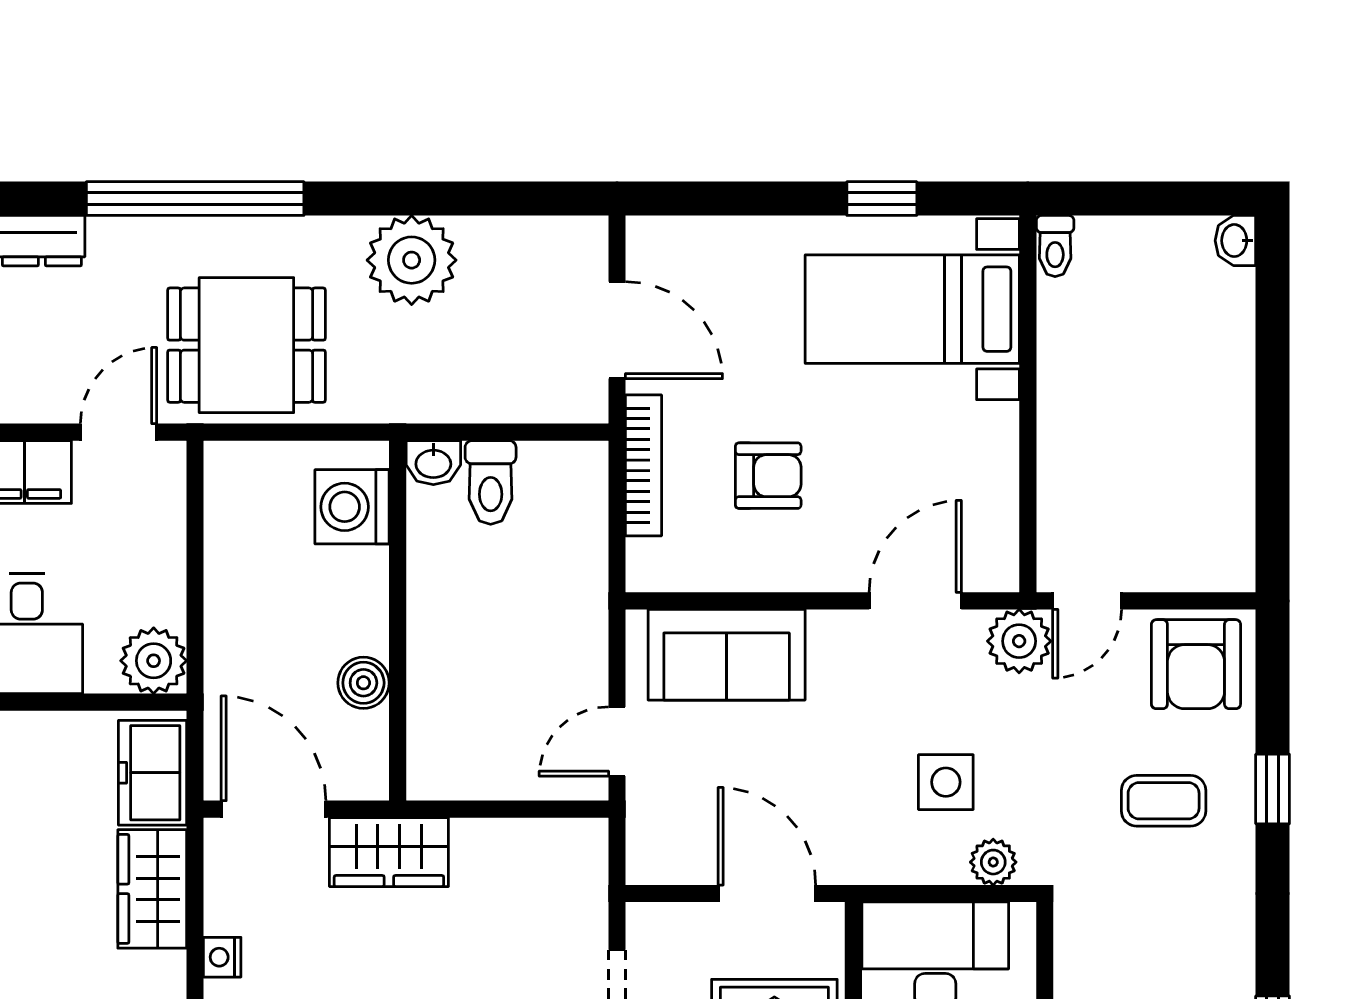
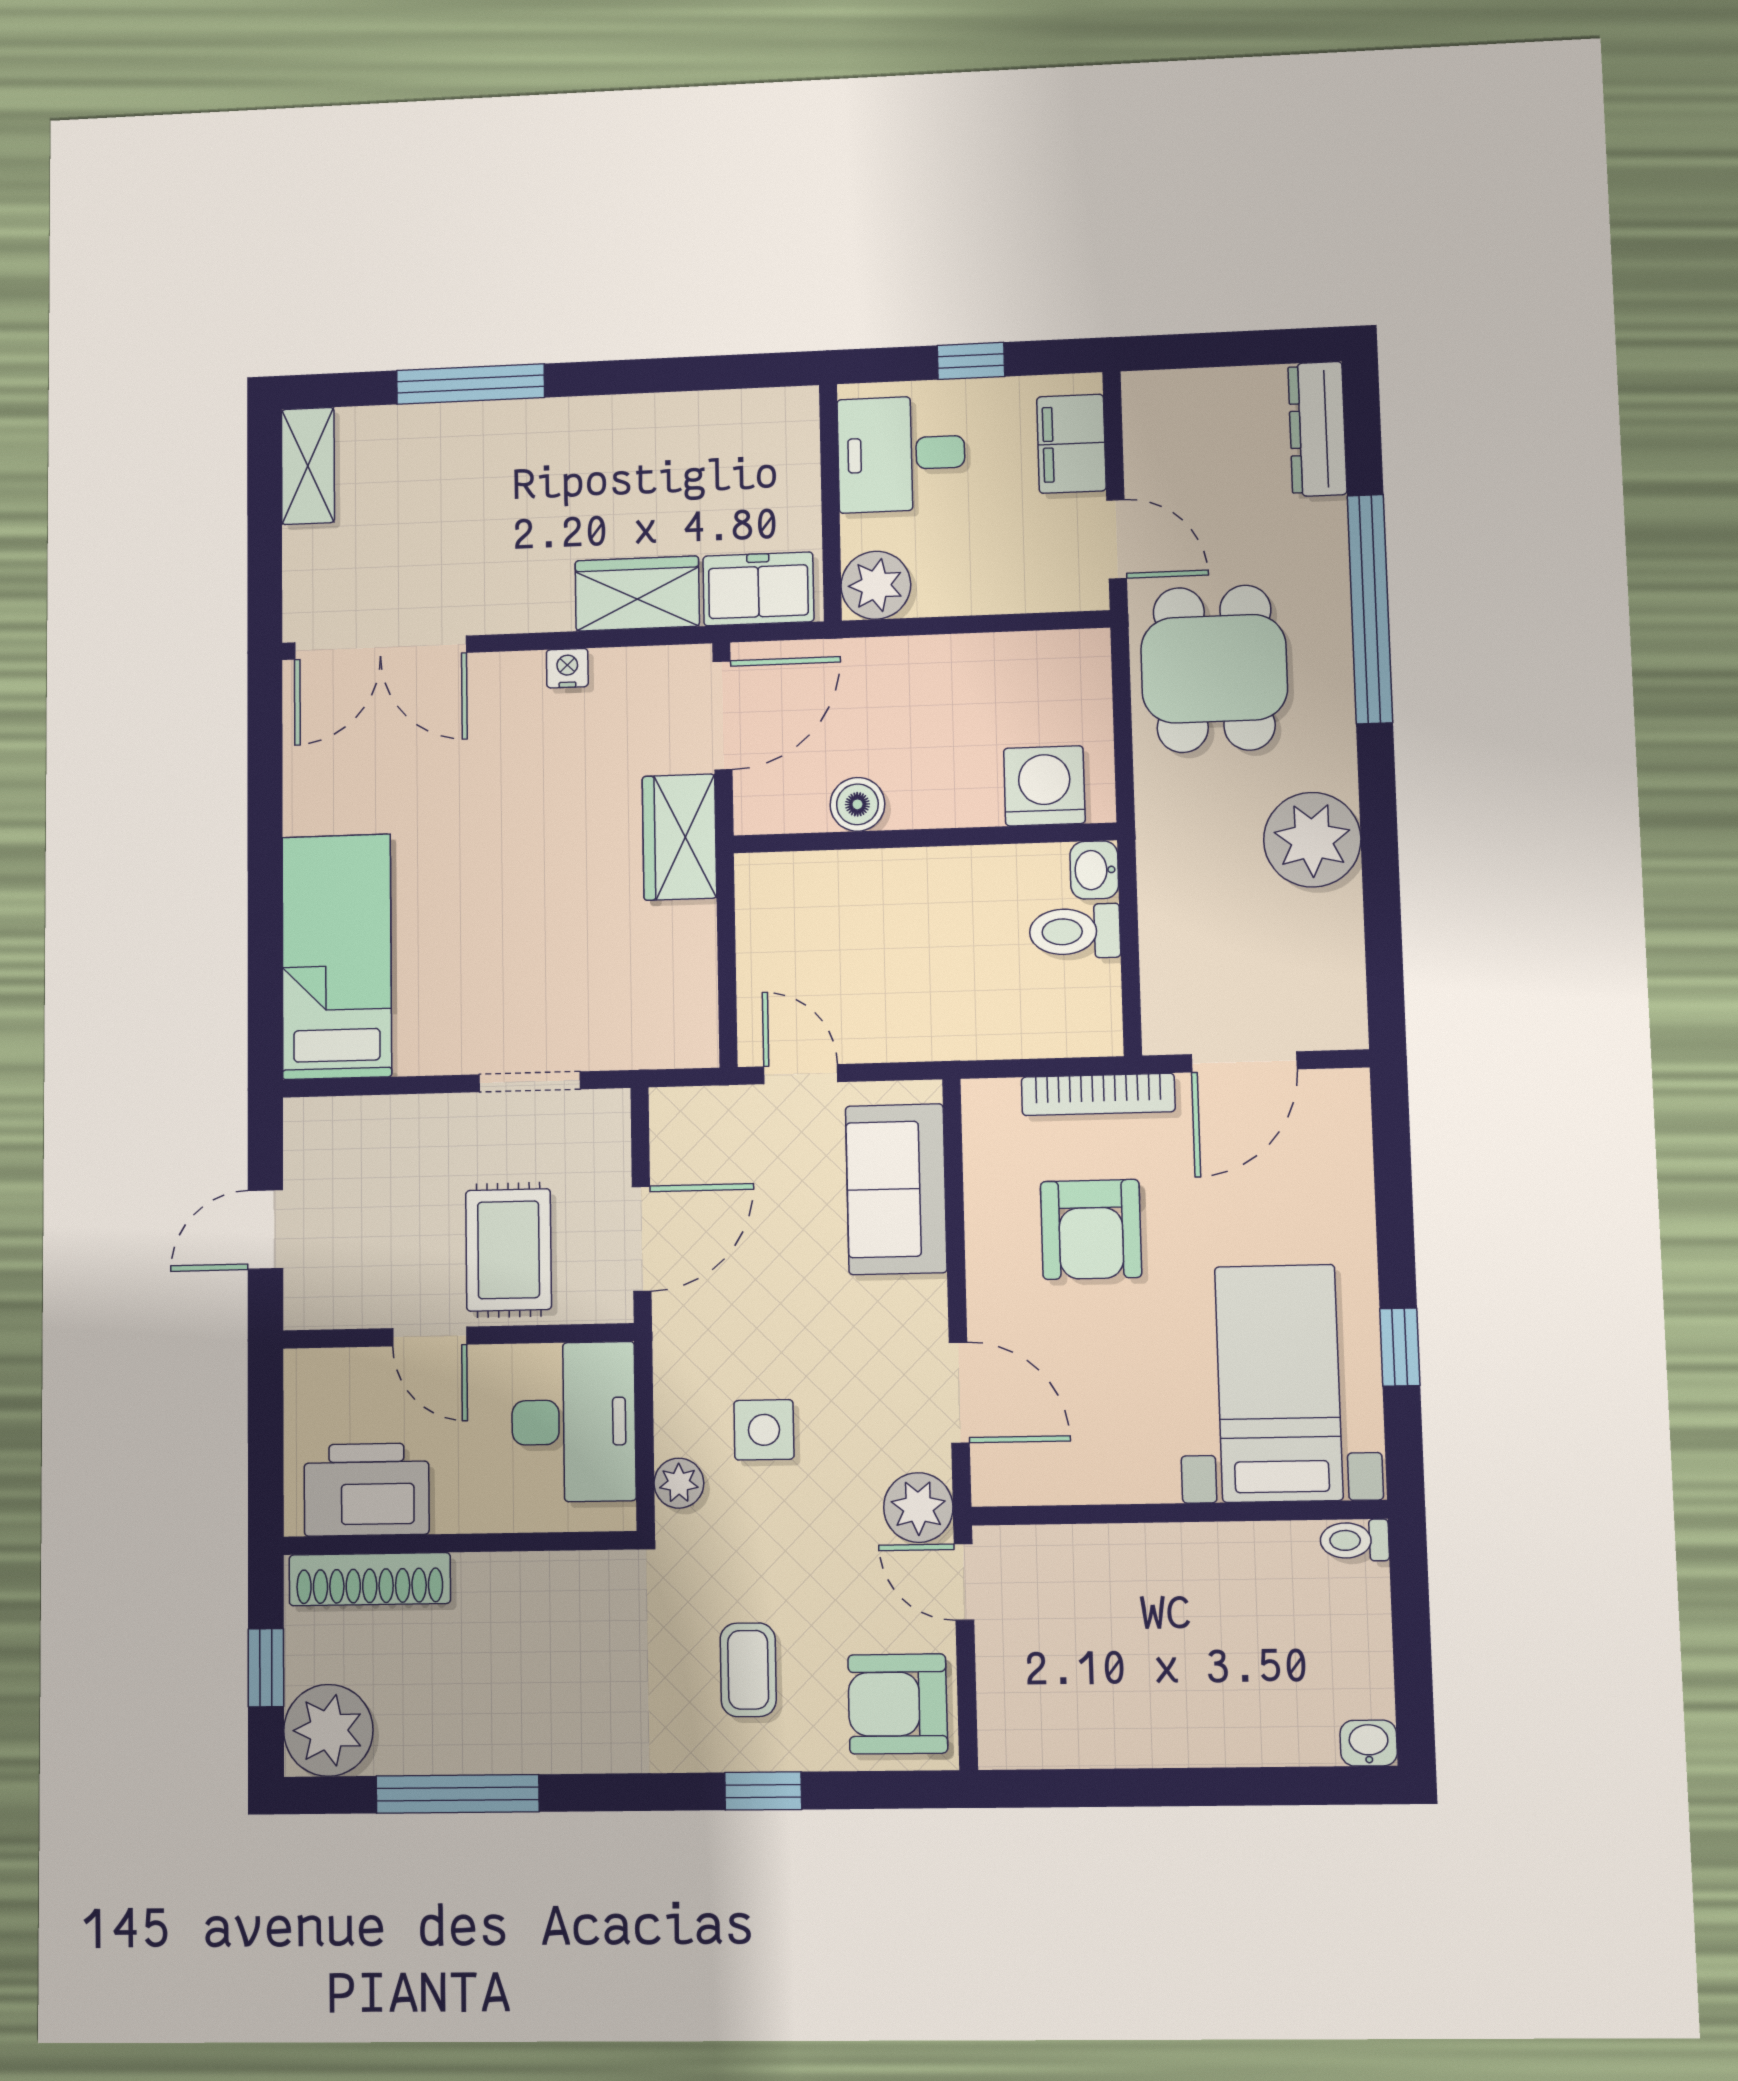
armchair: (768, 476) -> (1091, 1229), width x1.38, depth x1.38

